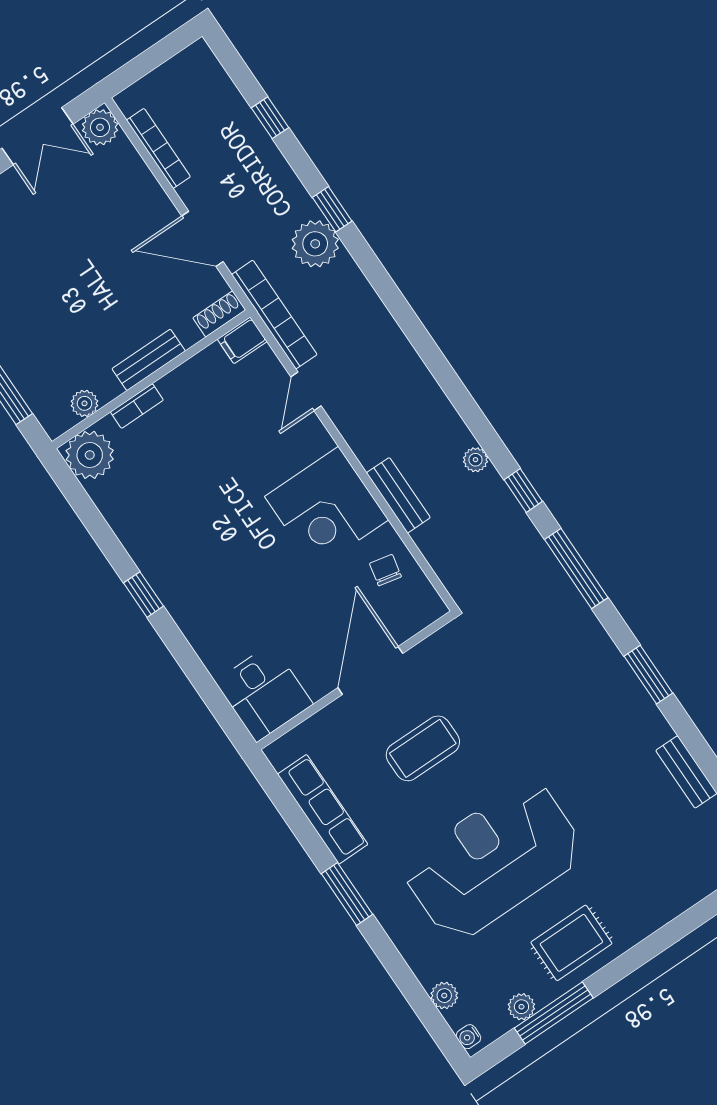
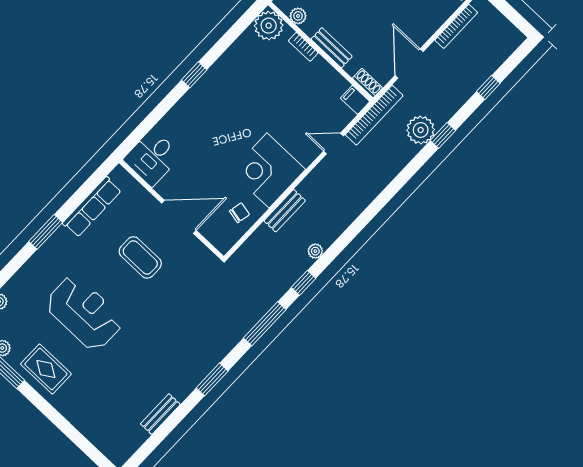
reception desk: (493, 860) -> (84, 313), width x0.74, depth x0.77

